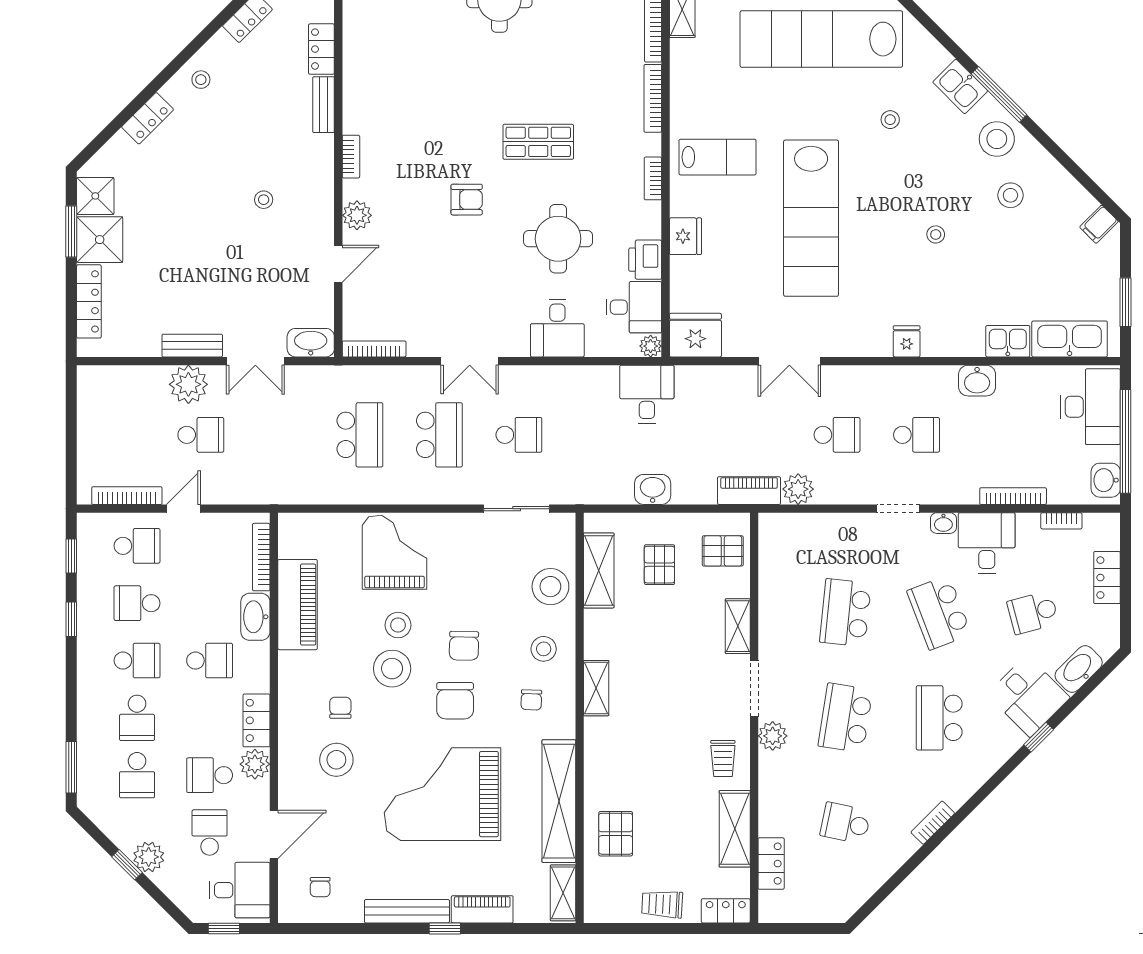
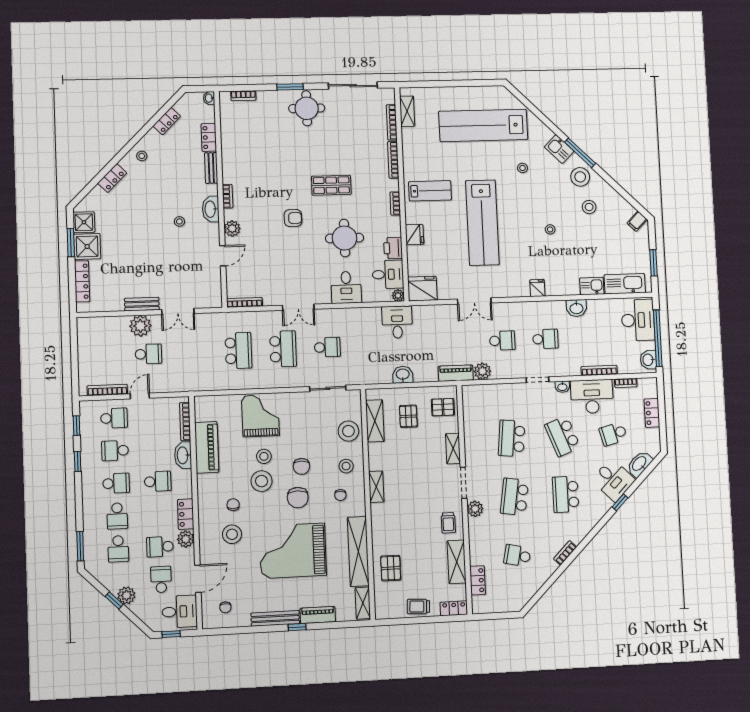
washbasin: (311, 343) -> (211, 209), moved, turned -90
desk: (987, 543) -> (592, 397), width x1.37

